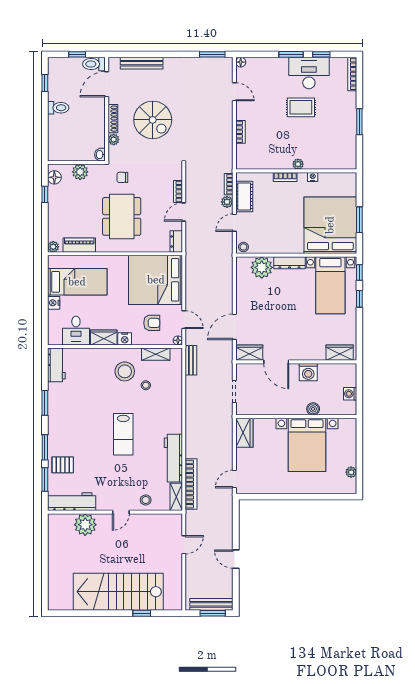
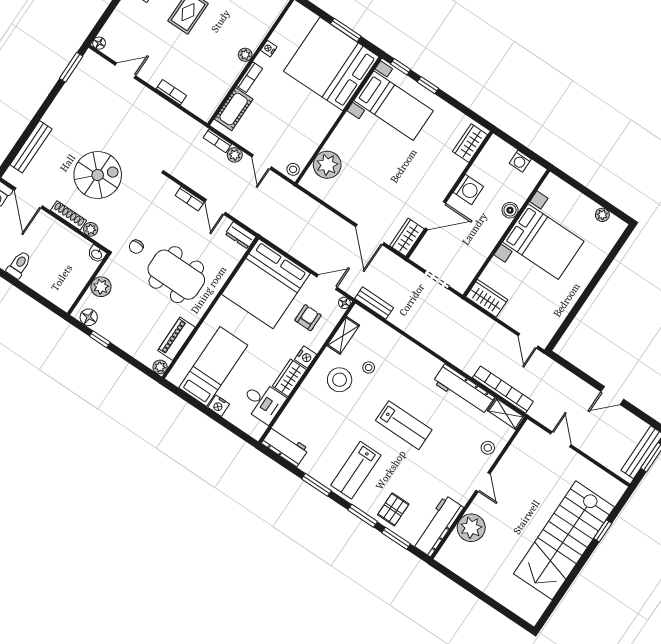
cot: (244, 196) -> (234, 109), moved, turned 90
dresser: (289, 263) -> (342, 133), removed
lab bench: (72, 423) -> (356, 470), added

